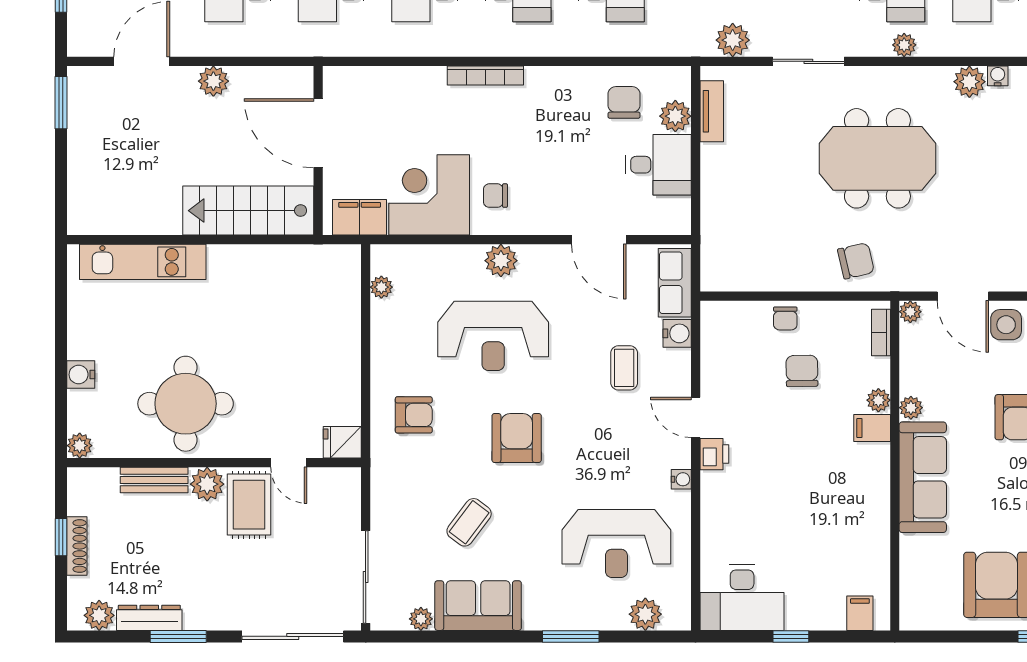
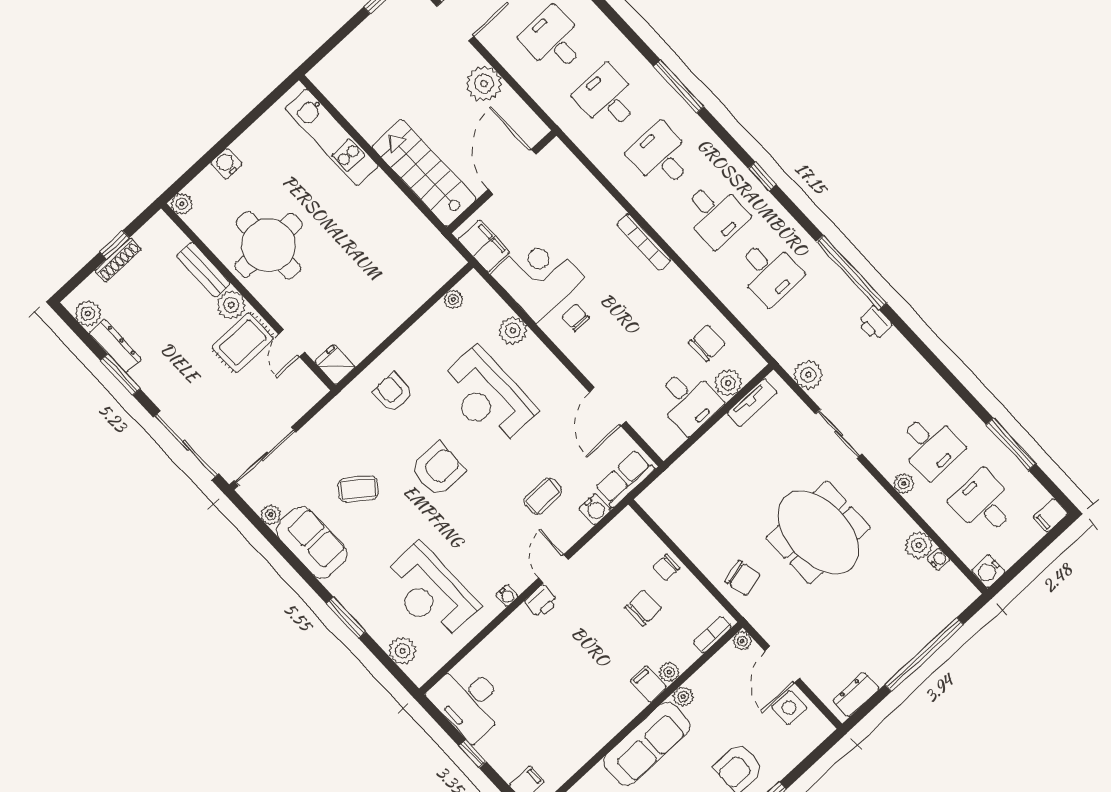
plant: (213, 81) -> (484, 84), width x1.36, depth x1.36
plant: (501, 261) -> (513, 331), moved
armchair: (414, 415) -> (393, 393), turned 180

